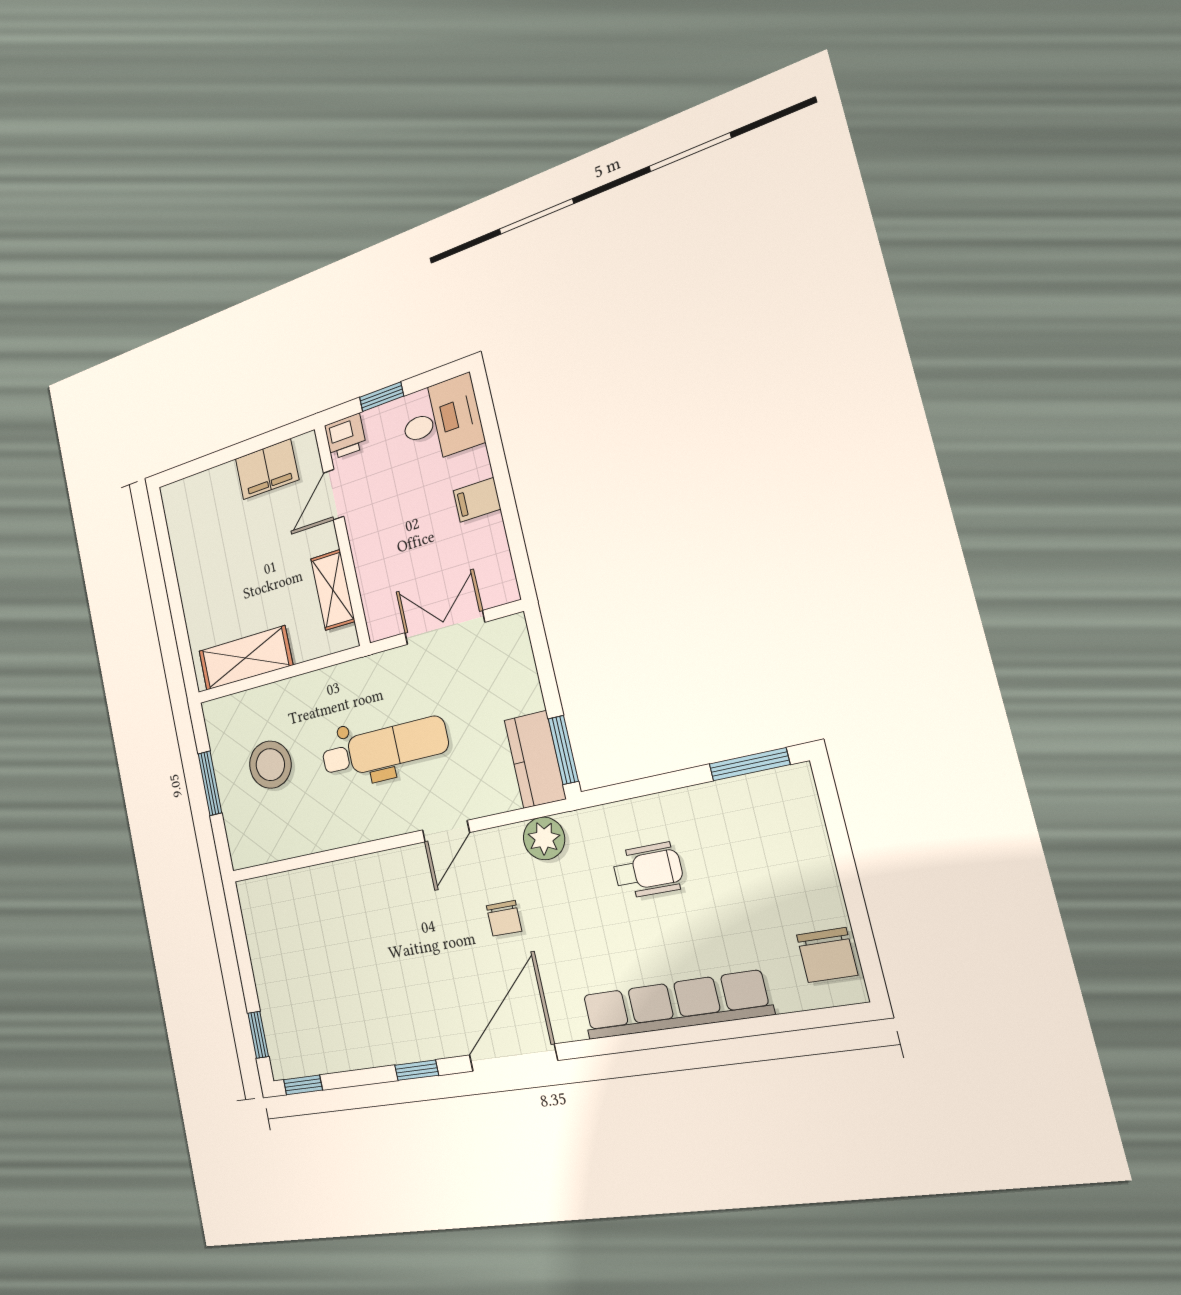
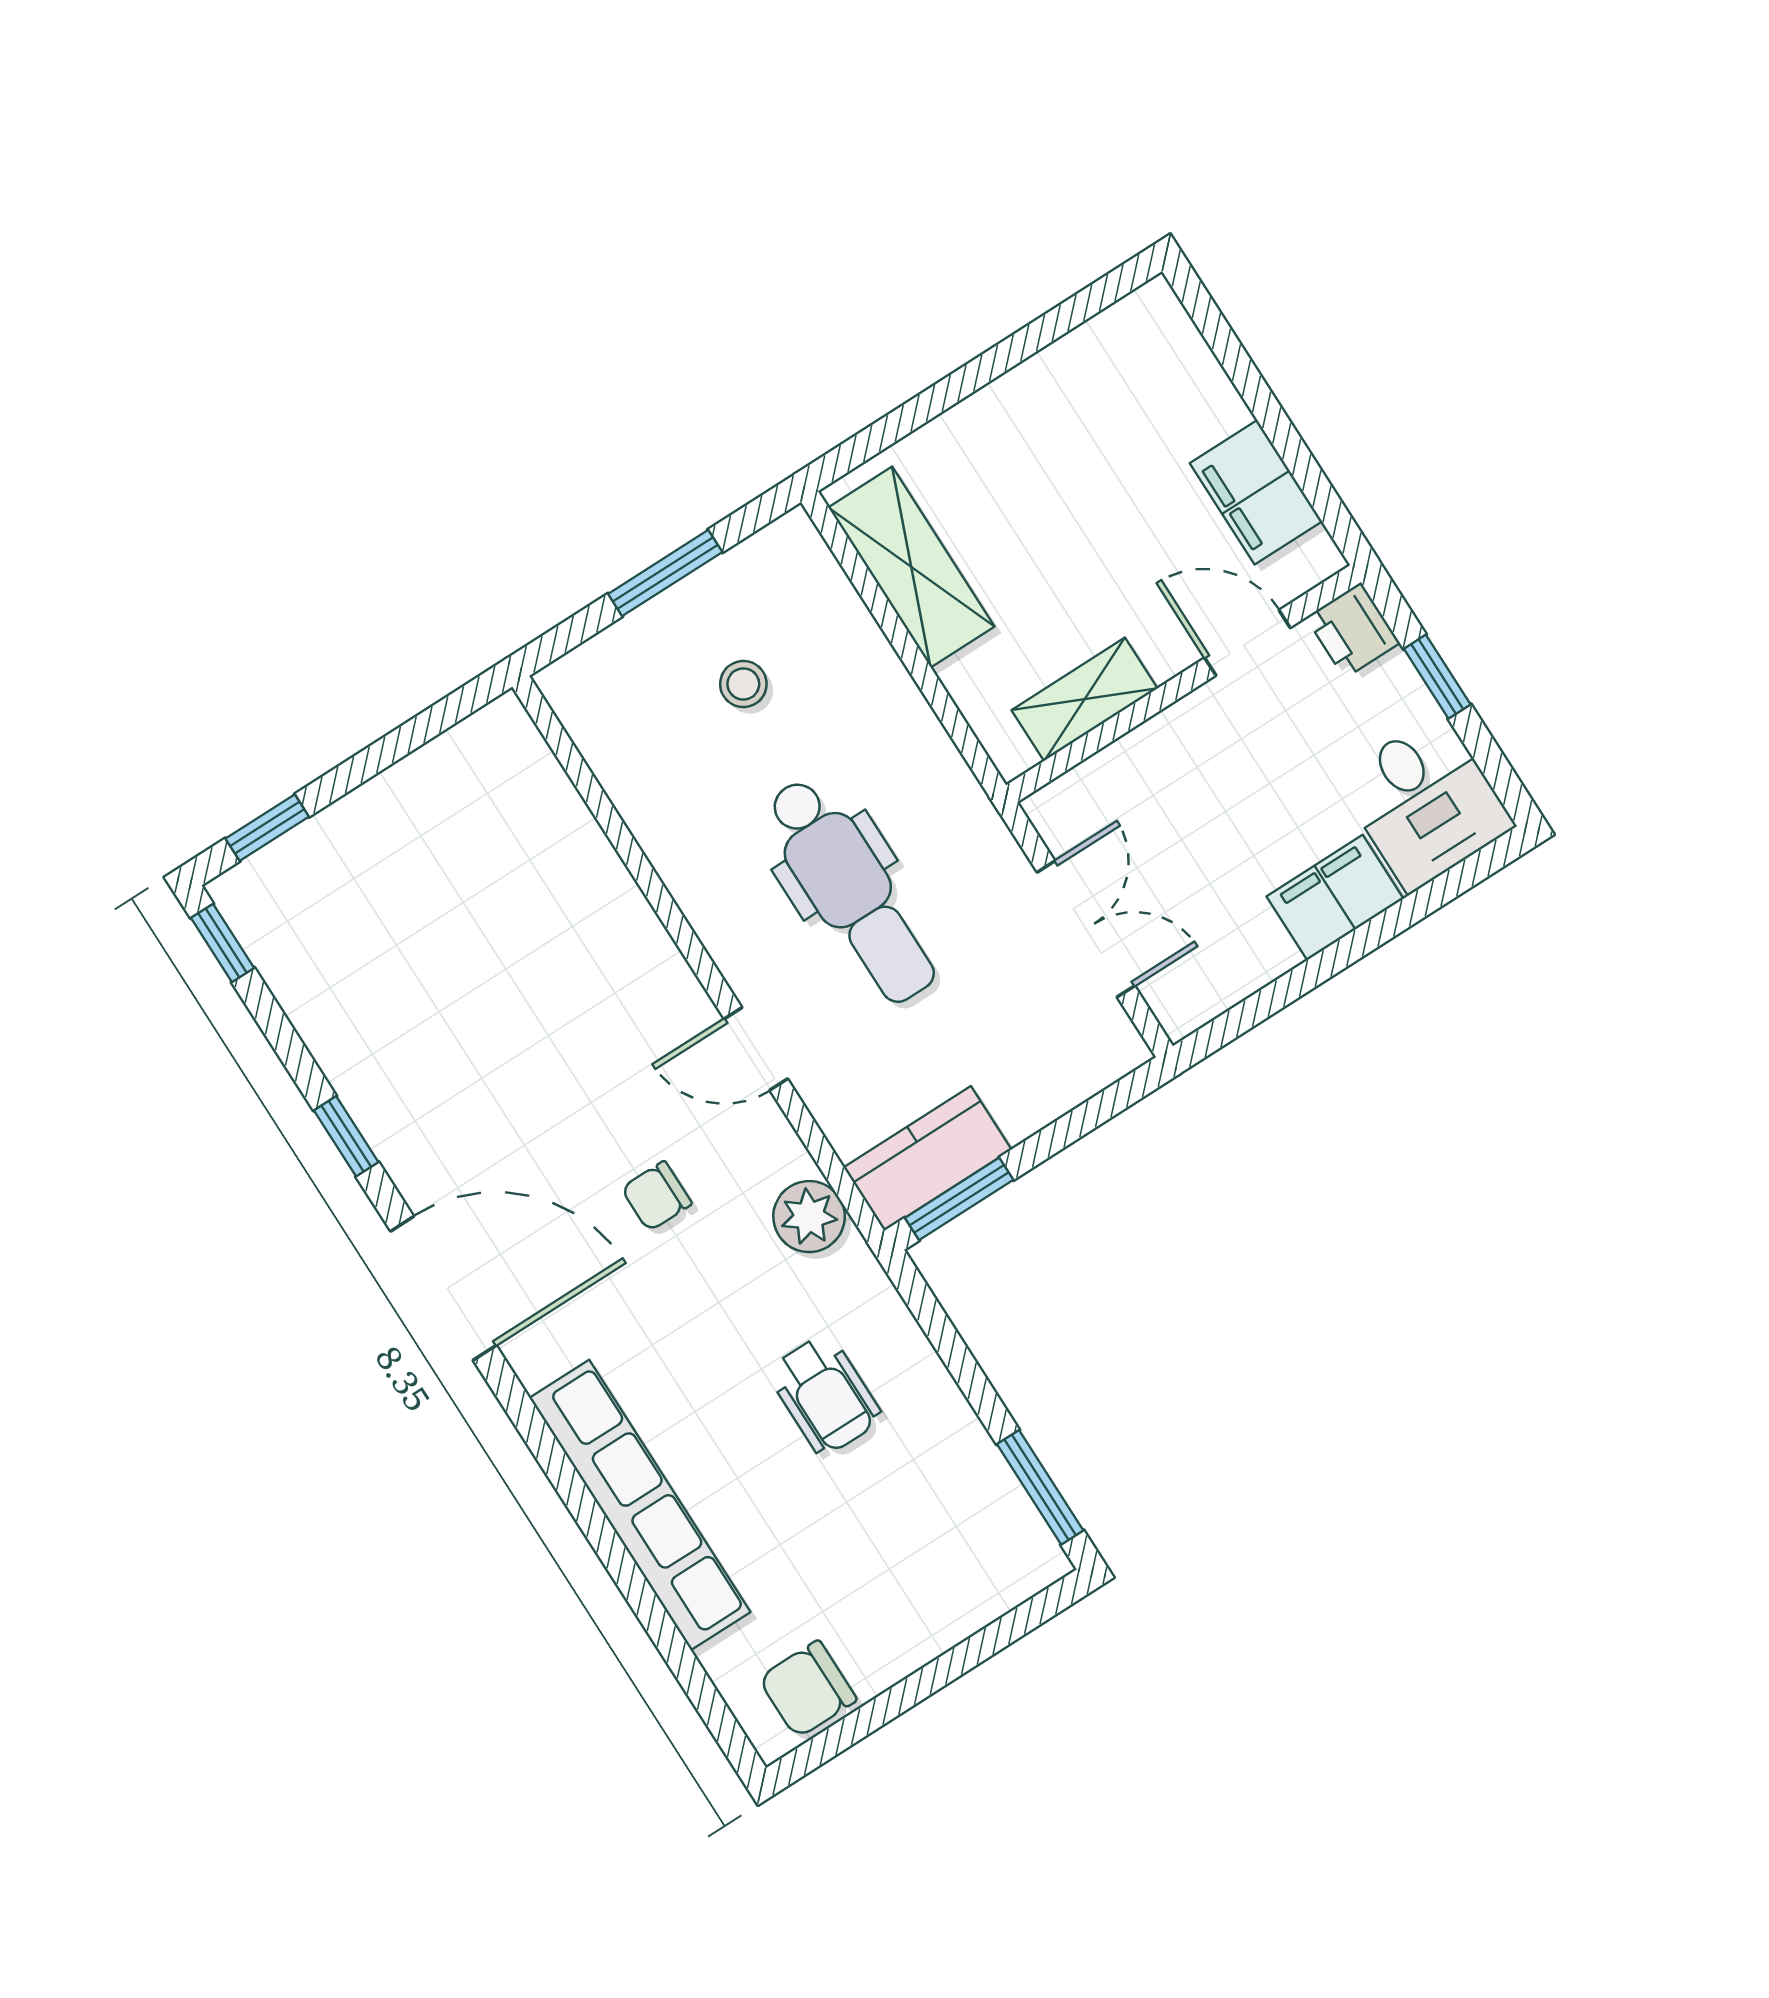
filing cabinet: (477, 500) -> (1335, 898), width x2.00
stool: (270, 765) -> (743, 684), width x0.53, depth x0.53

